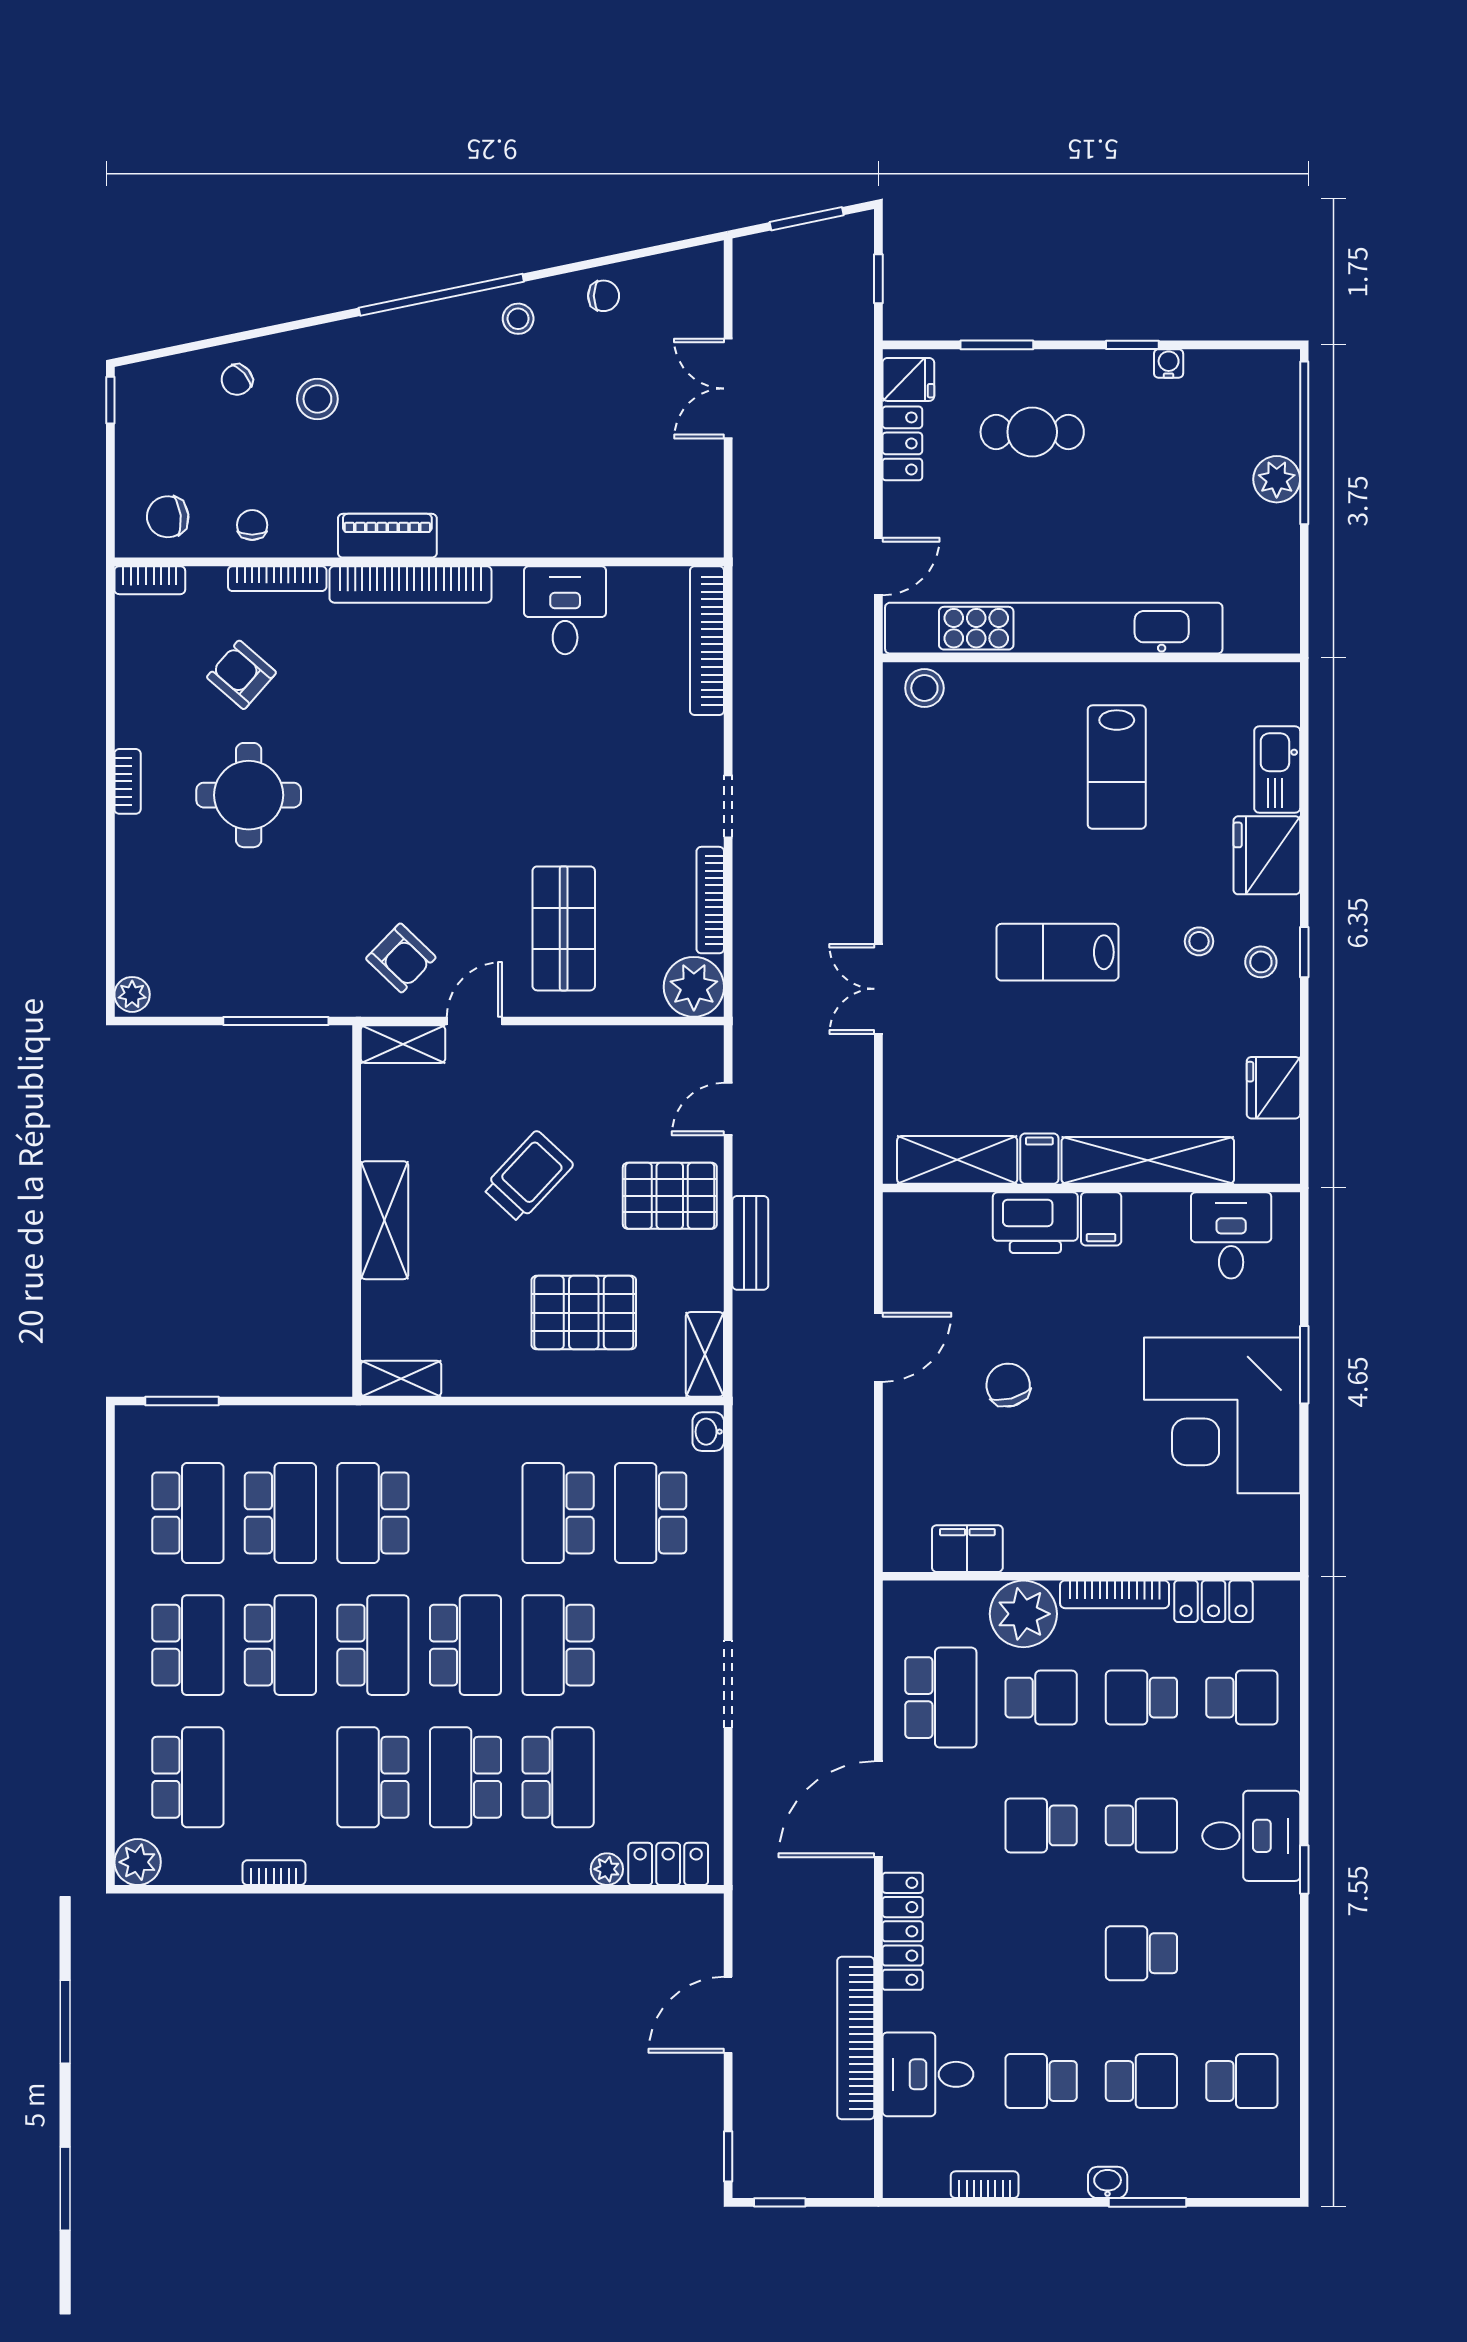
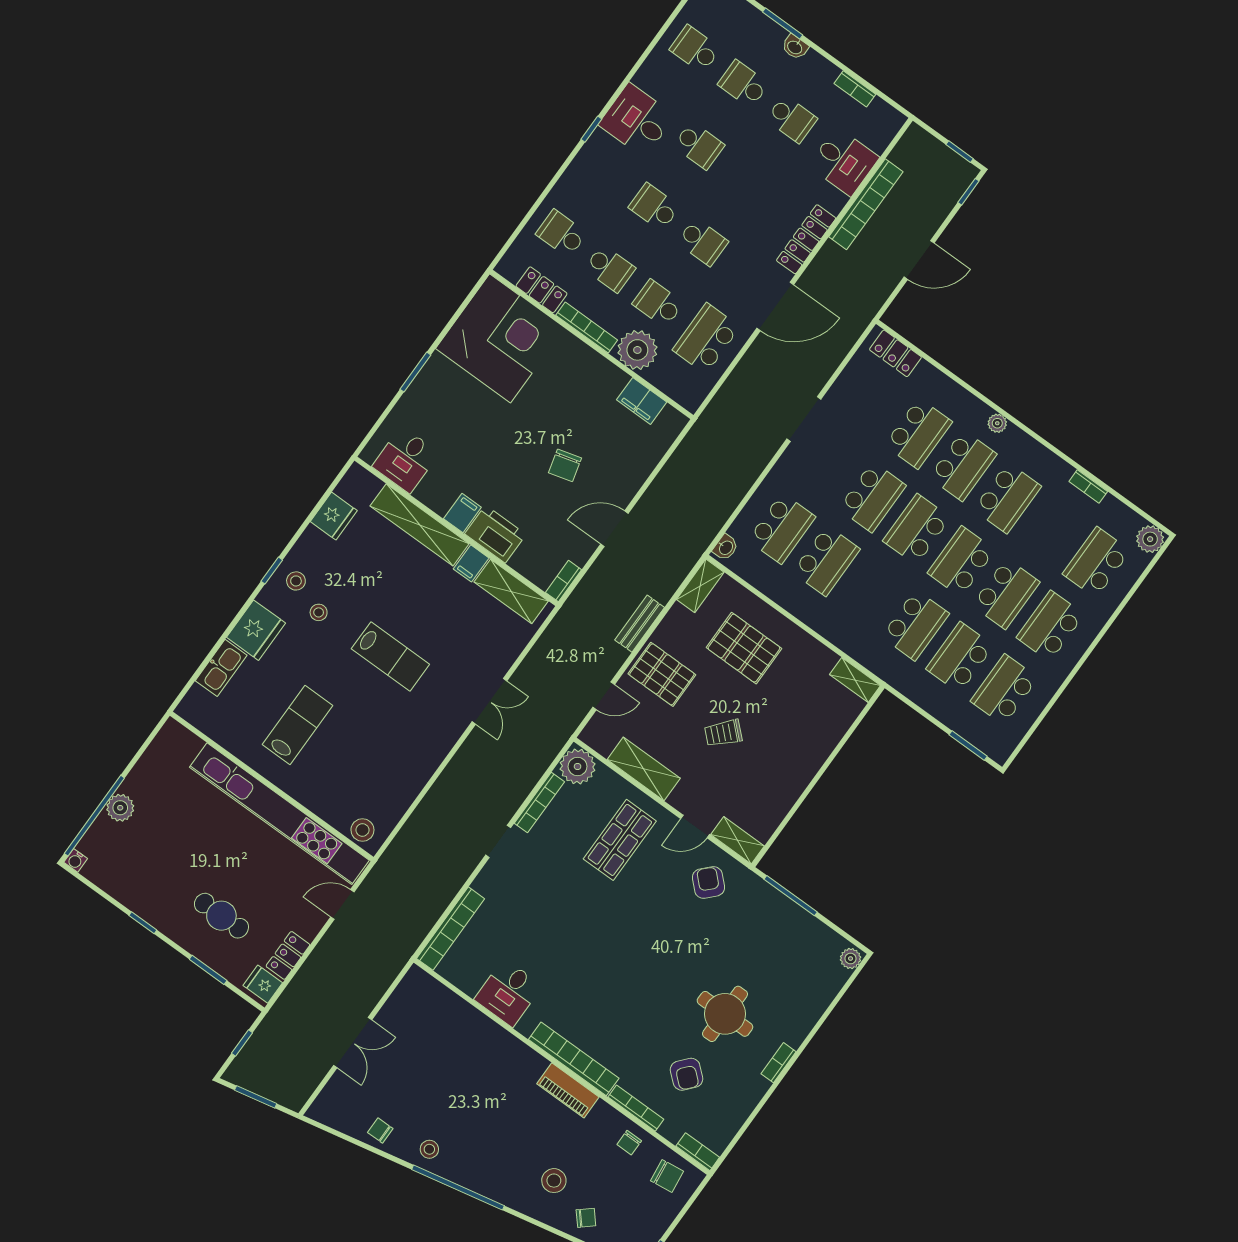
water cooler: (1169, 363) -> (76, 860), moved
trolley: (528, 1176) -> (723, 733), width x0.73, depth x0.72
shelving: (384, 1220) -> (644, 769), moved, turned 90
bookcase: (896, 1226) -> (564, 581), added
corner desk: (1222, 1415) -> (500, 338), moved
school desk: (280, 1645) -> (1006, 594), turned 180
school desk: (558, 1777) -> (918, 433), turned 180
desk: (1251, 1836) -> (637, 120), moved
plant: (607, 1869) -> (997, 423), moved

